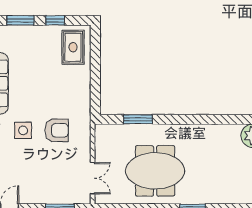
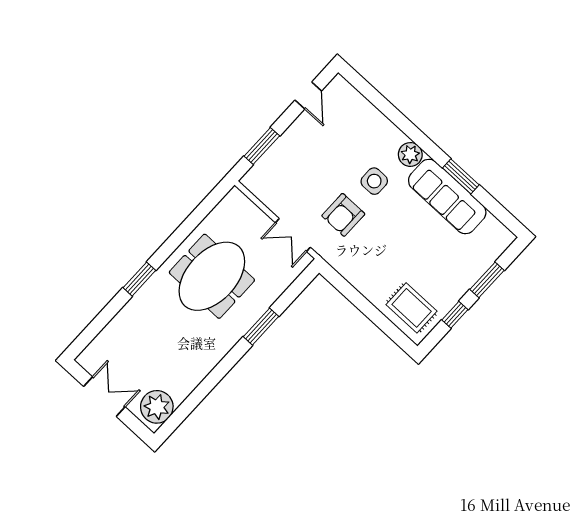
window: (138, 119) -> (261, 327), moved
double door: (93, 178) -> (293, 235), moved

